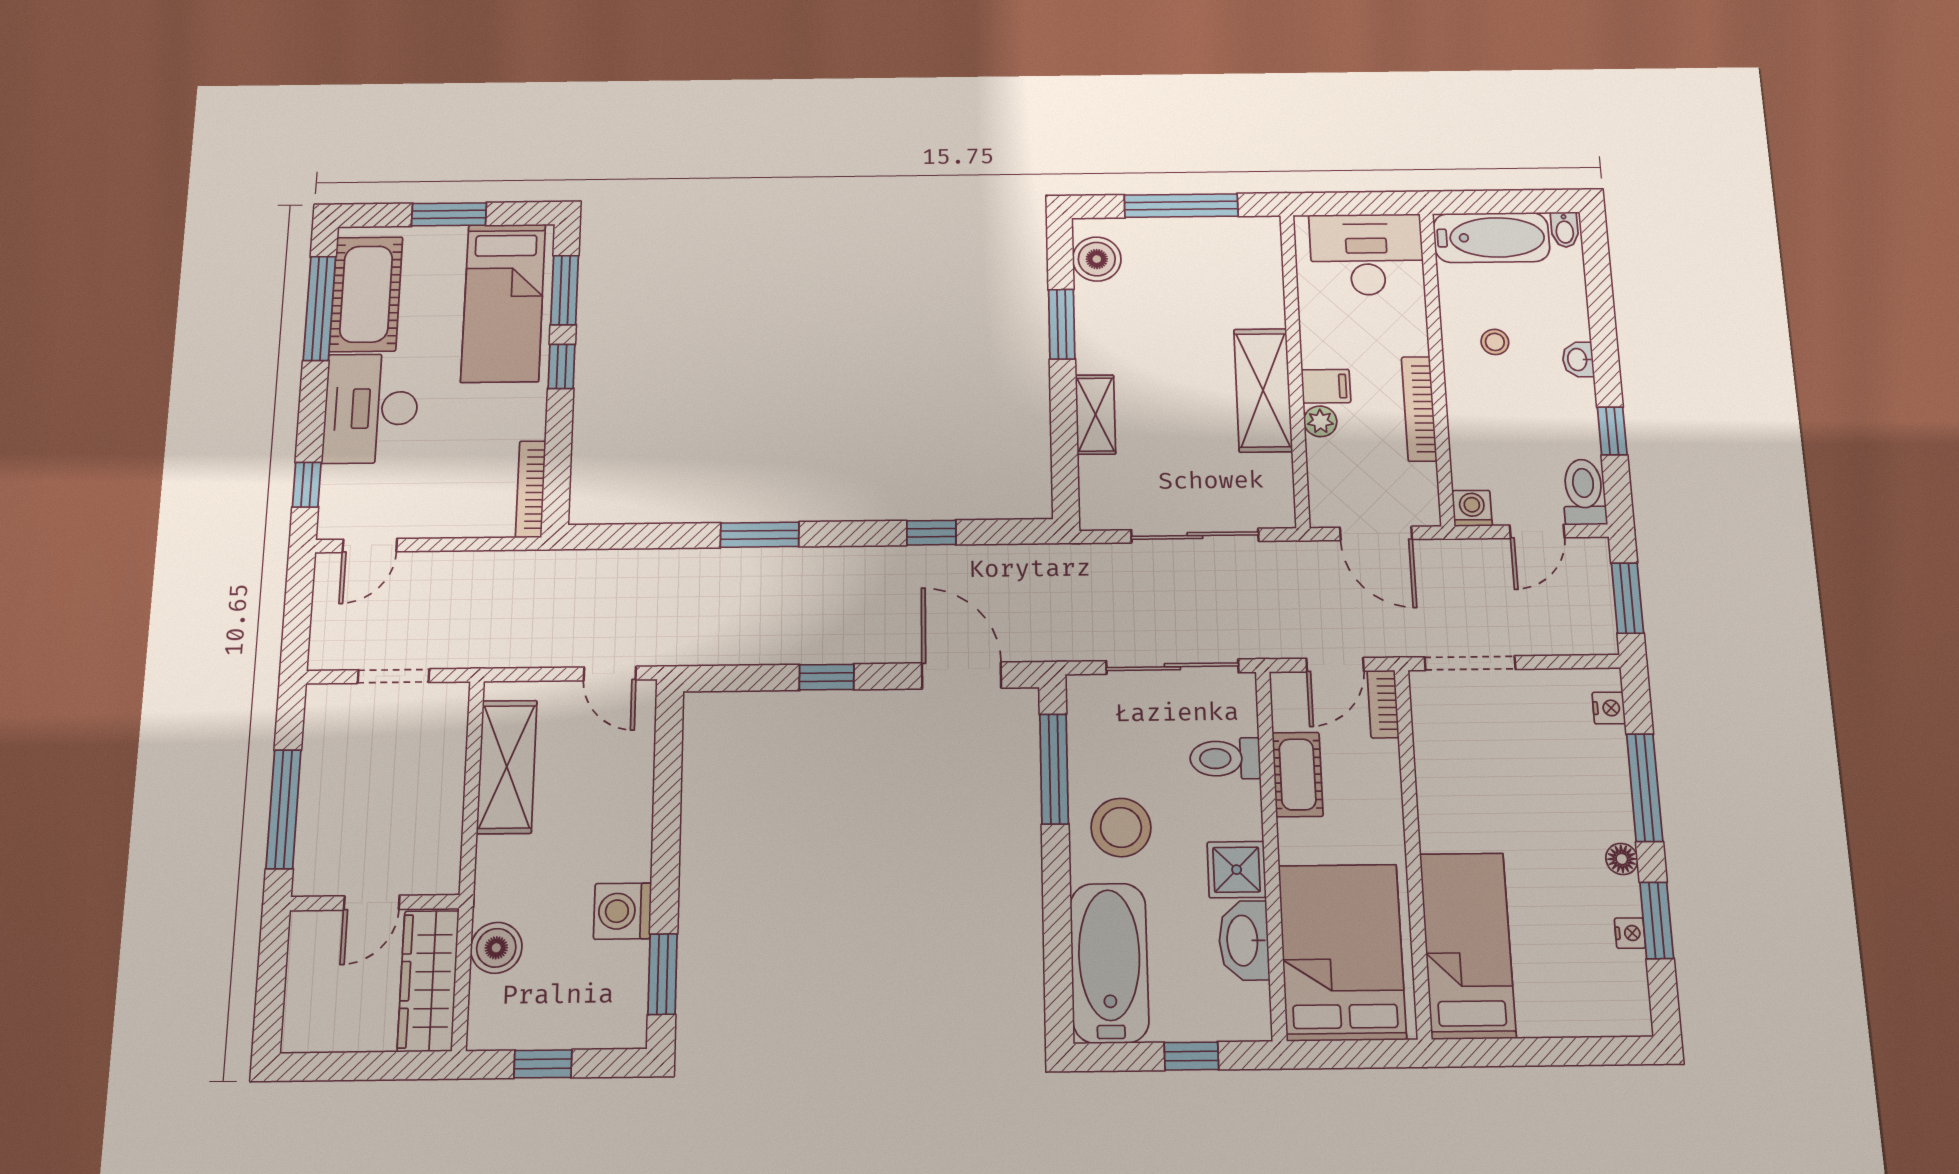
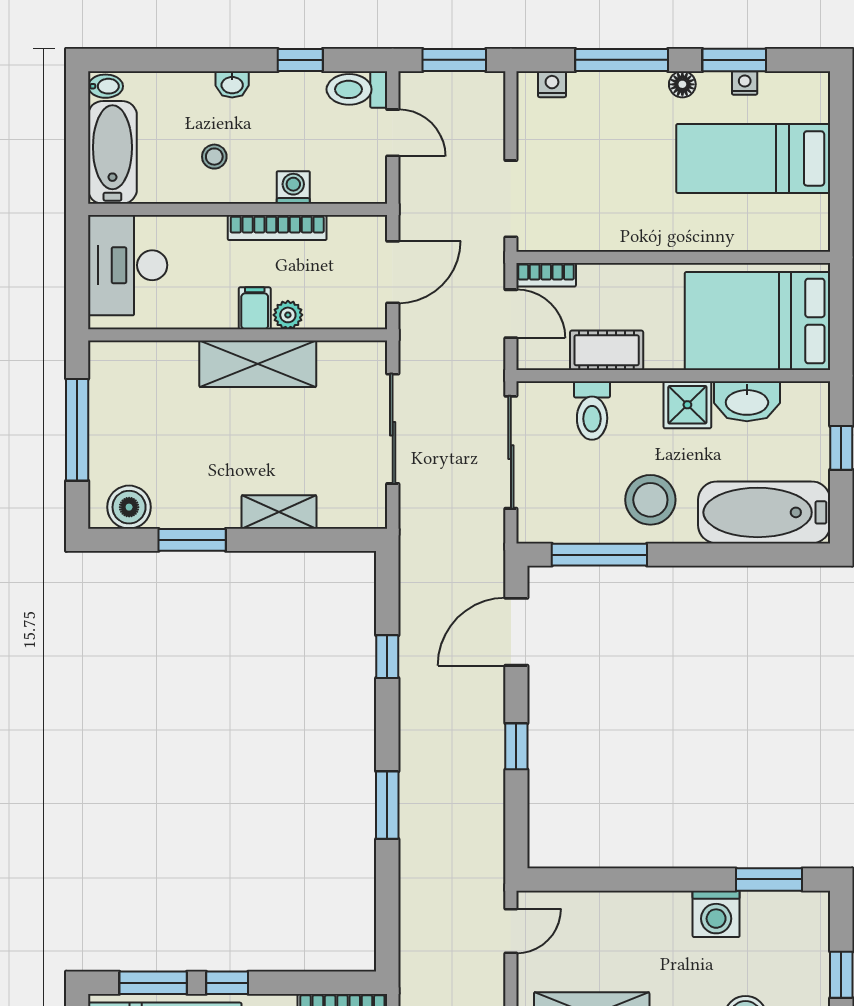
washing machine: (1472, 508) -> (293, 187), moved, turned 90
bed: (1468, 945) -> (753, 158), moved

